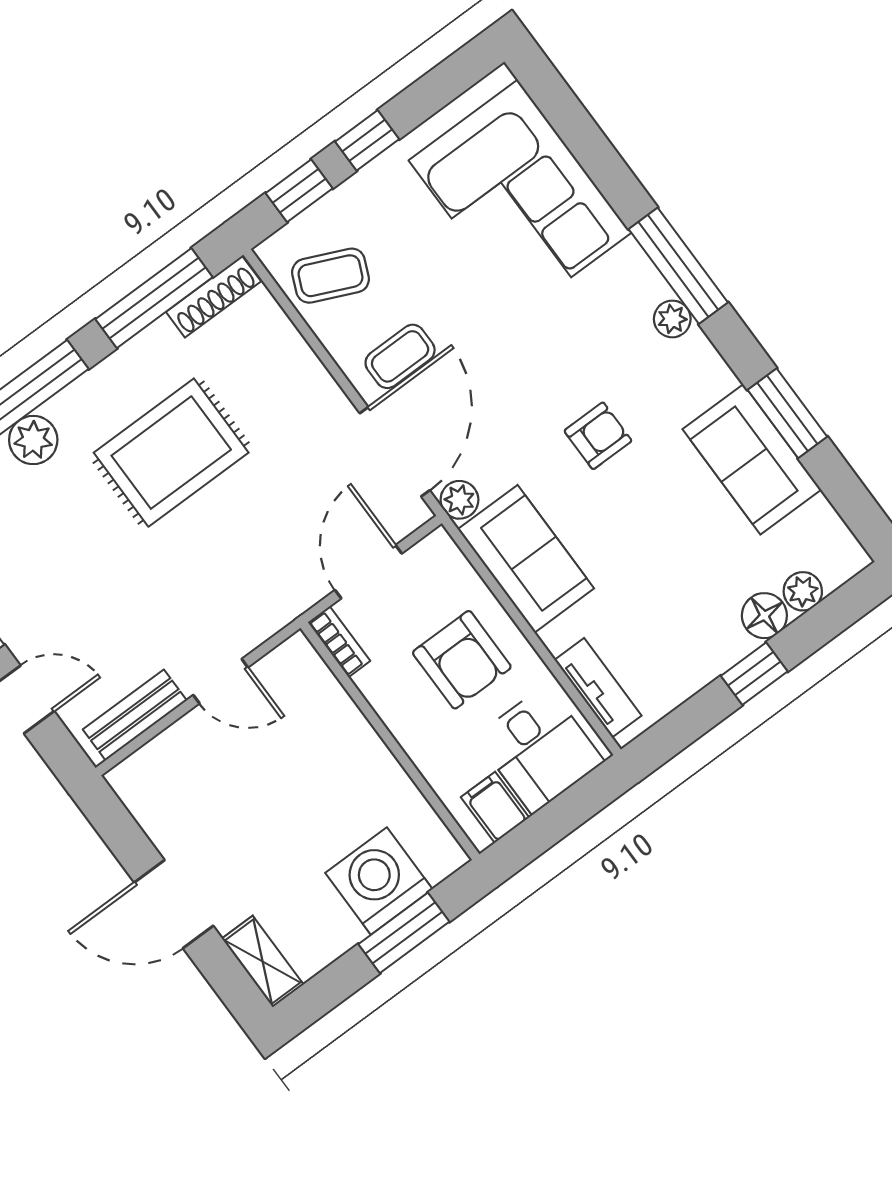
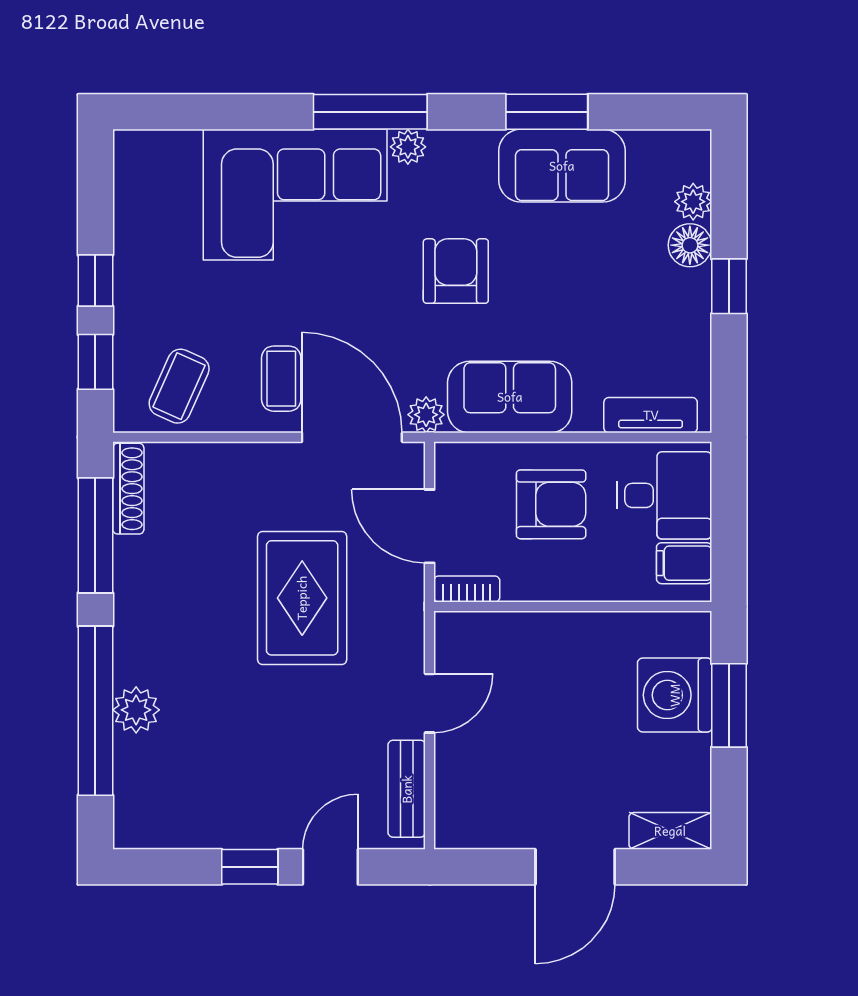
corner sofa: (520, 197) -> (295, 195), moved
armchair: (598, 436) -> (456, 271), width x1.38, depth x1.38
rug: (171, 453) -> (302, 598), moved

